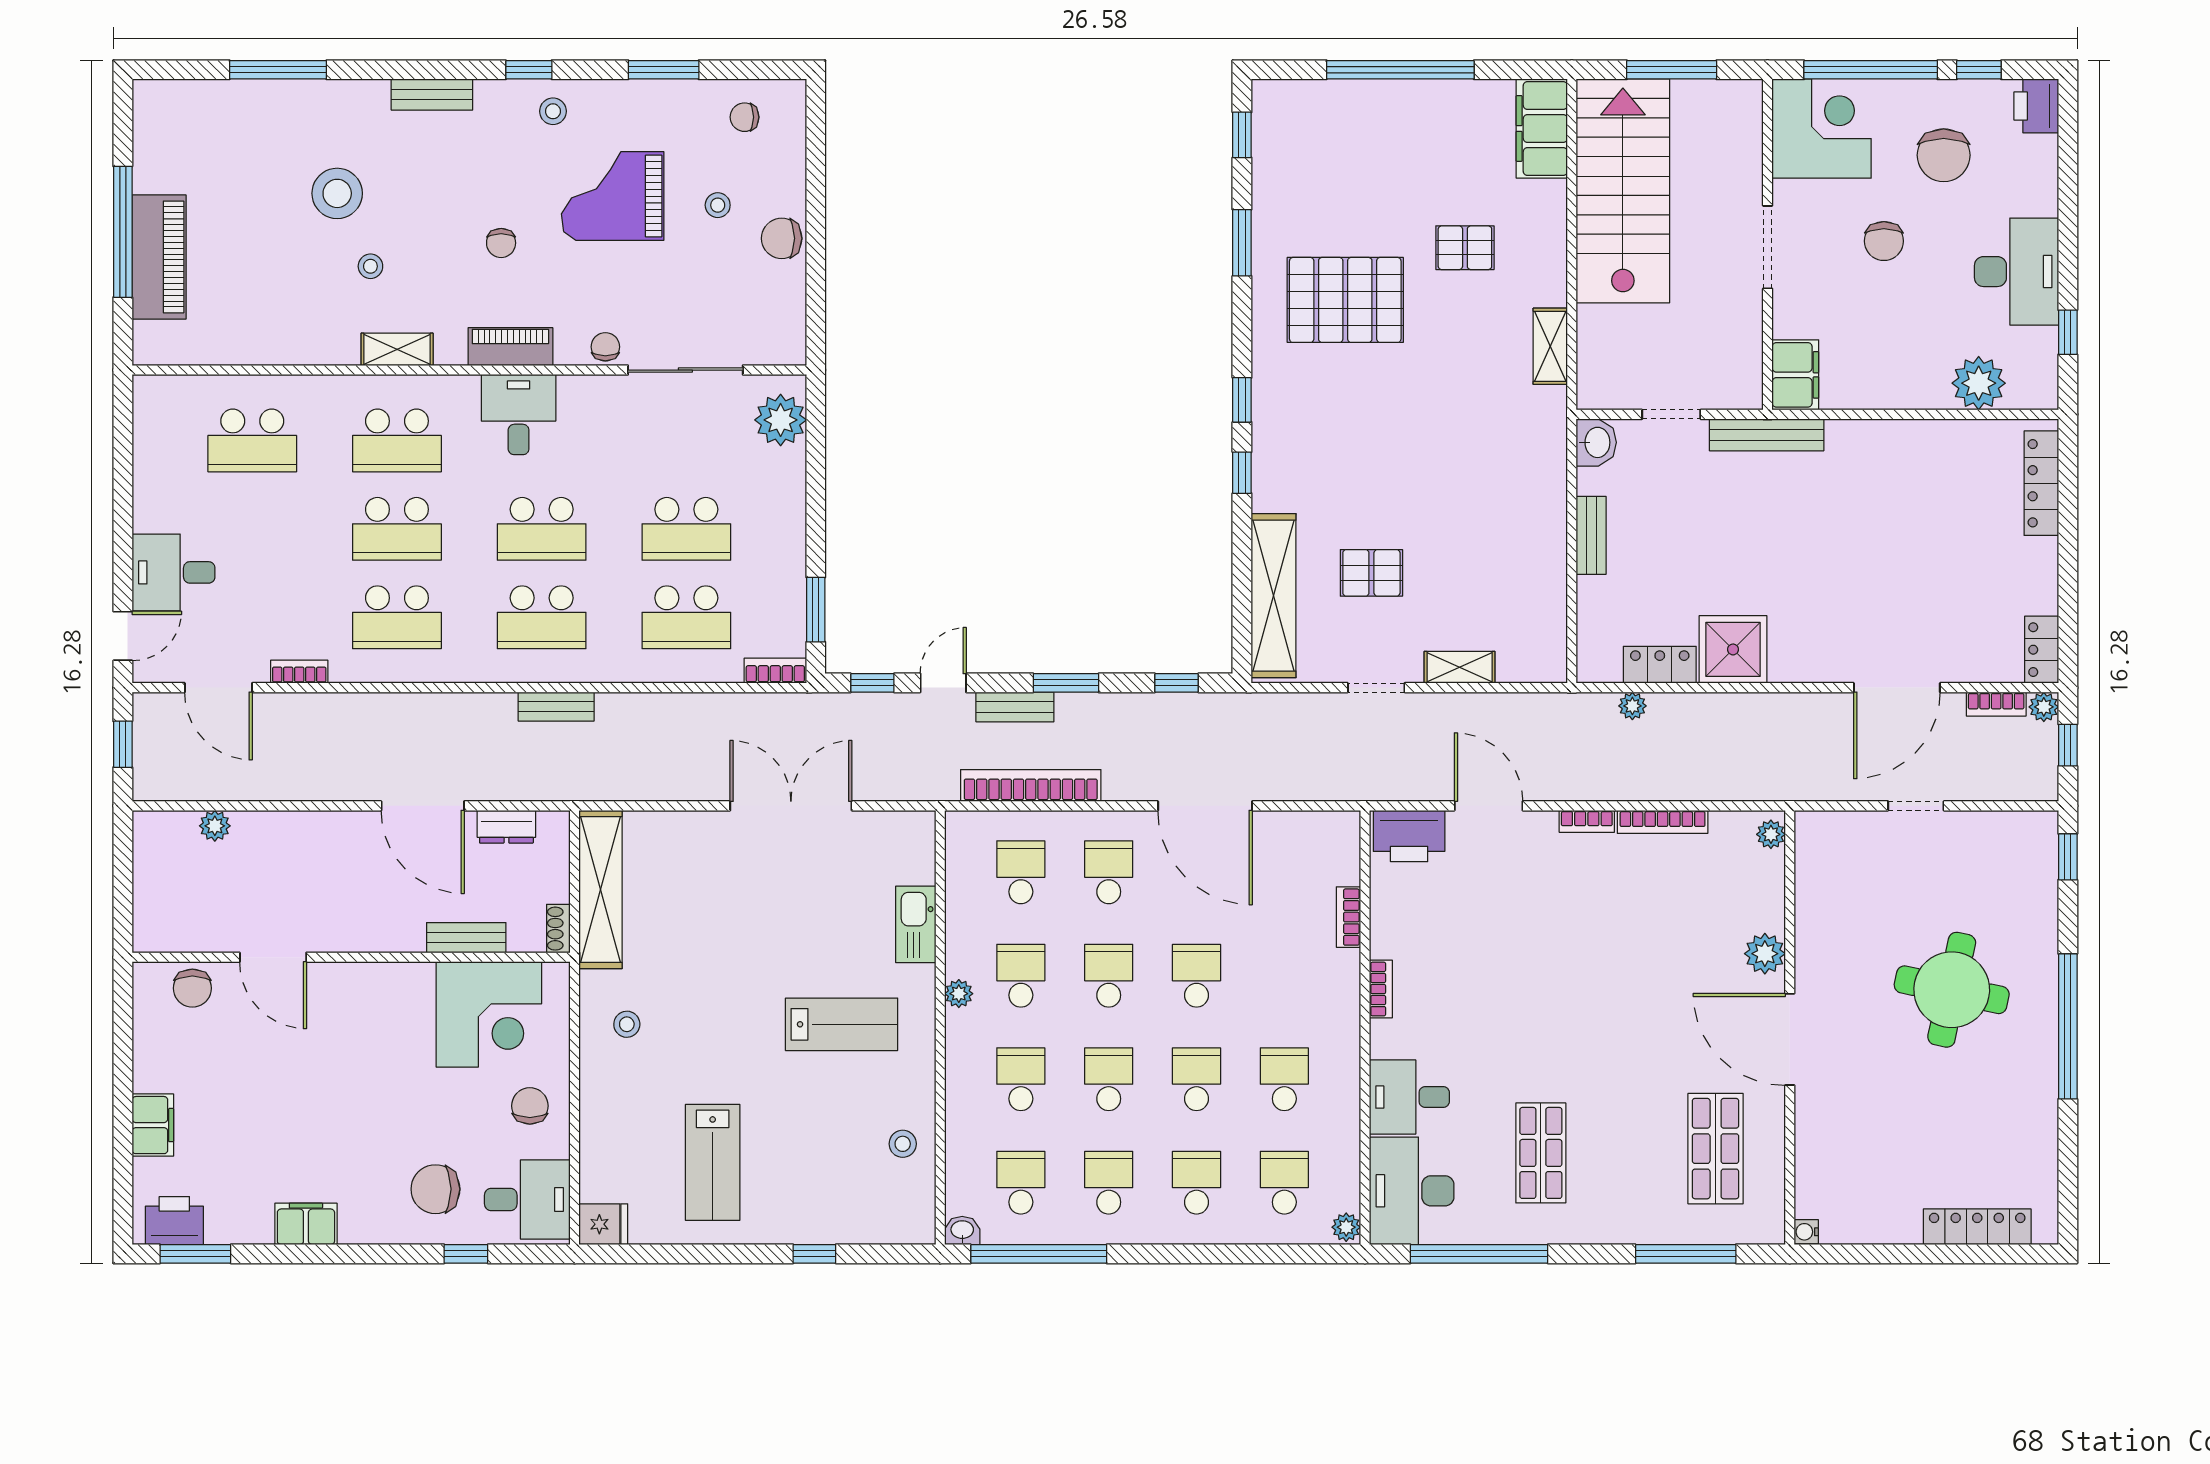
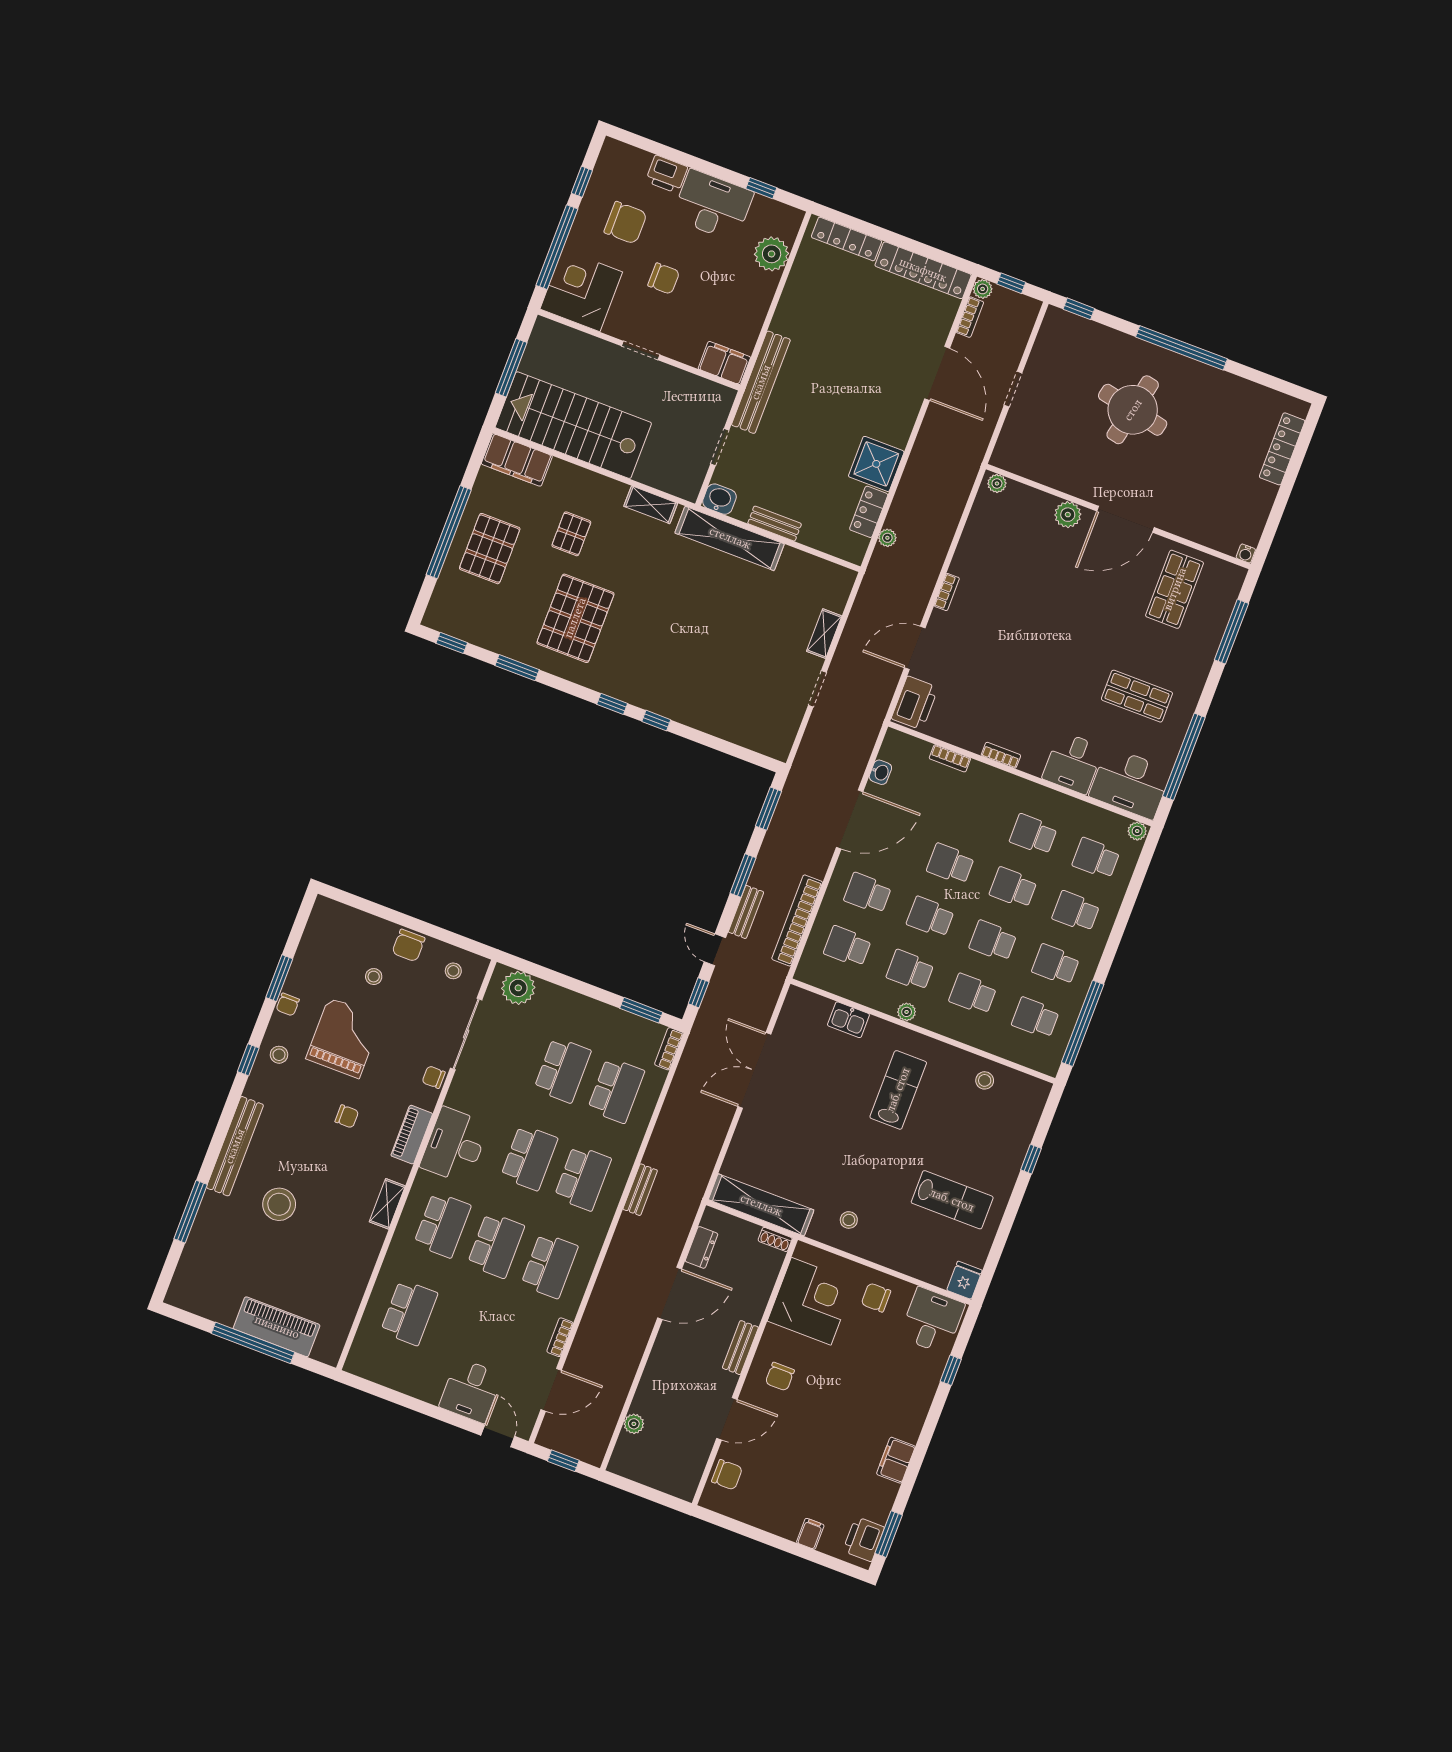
bench: (432, 95) -> (235, 1146), width x1.86, depth x1.21
printer: (2036, 106) -> (667, 174), moved
chair: (745, 117) -> (288, 1005), moved
grand piano: (613, 196) -> (344, 1038), turned 180
doorway: (1768, 247) -> (641, 350), width x0.73
stool: (370, 266) -> (453, 971), moved
desk: (519, 415) -> (455, 1145), width x1.37
bench: (1767, 435) -> (761, 382), width x1.37, depth x1.21
pallet: (1371, 573) -> (490, 549), moved, width x1.50, depth x1.42
shelving: (1274, 596) -> (730, 538), moved
locker: (2042, 650) -> (923, 270), width x2.16, depth x1.21
window: (1177, 683) -> (769, 809), width x1.50
bookcase: (1663, 822) -> (964, 546), removed
kitchen sink: (916, 924) -> (848, 1020), width x0.73
bench: (466, 938) -> (740, 1348), moved
filing cabinet: (153, 1125) -> (810, 1534), width x0.50
shop shelf: (1716, 1149) -> (1175, 589), turned 90
chair: (435, 1189) -> (780, 1377), moved, width x0.73, depth x0.73
washbasin: (962, 1230) -> (880, 772), moved, turned 180

